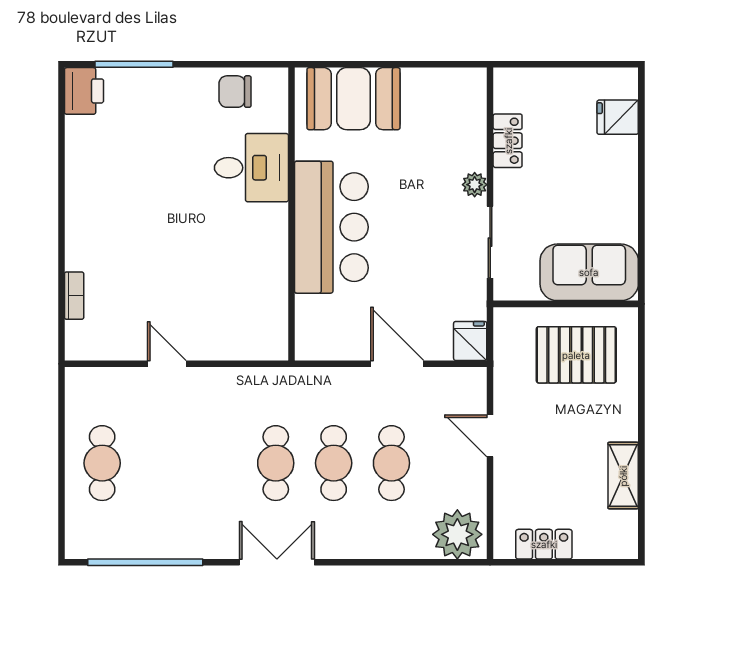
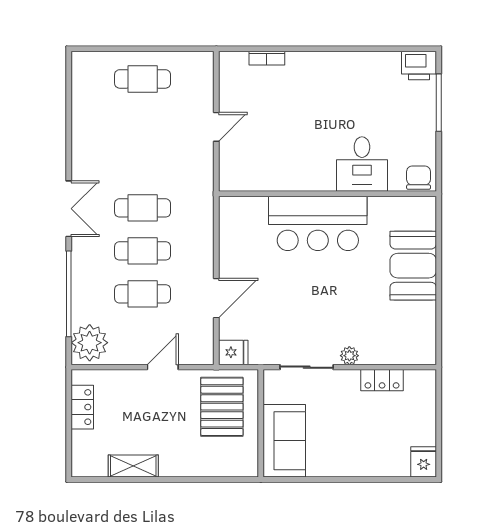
fridge: (618, 117) -> (424, 462), moved
desk: (251, 168) -> (362, 164), moved
wall: (292, 214) -> (328, 194), moved
bar counter: (331, 227) -> (318, 223), moved
pallet: (576, 355) -> (222, 407), moved
window: (145, 562) -> (69, 294), moved

